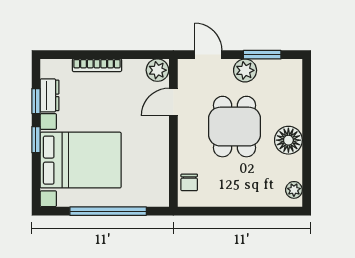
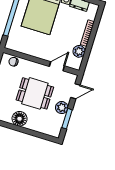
plant: (157, 70) -> (79, 51), moved
door: (173, 102) -> (57, 66), hinge flipped

